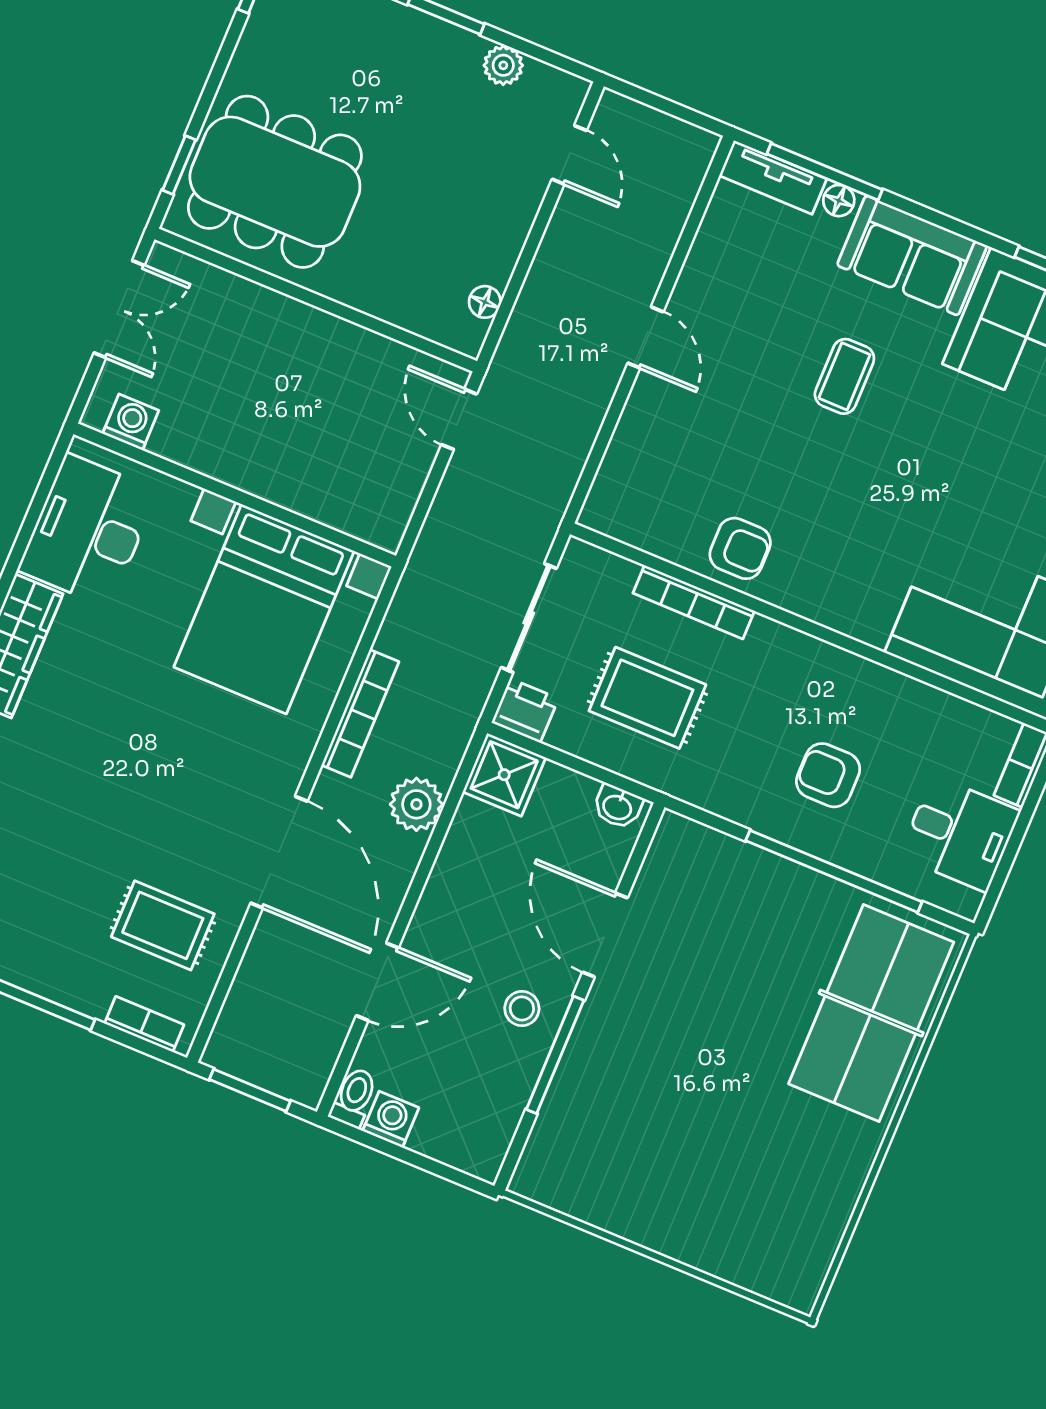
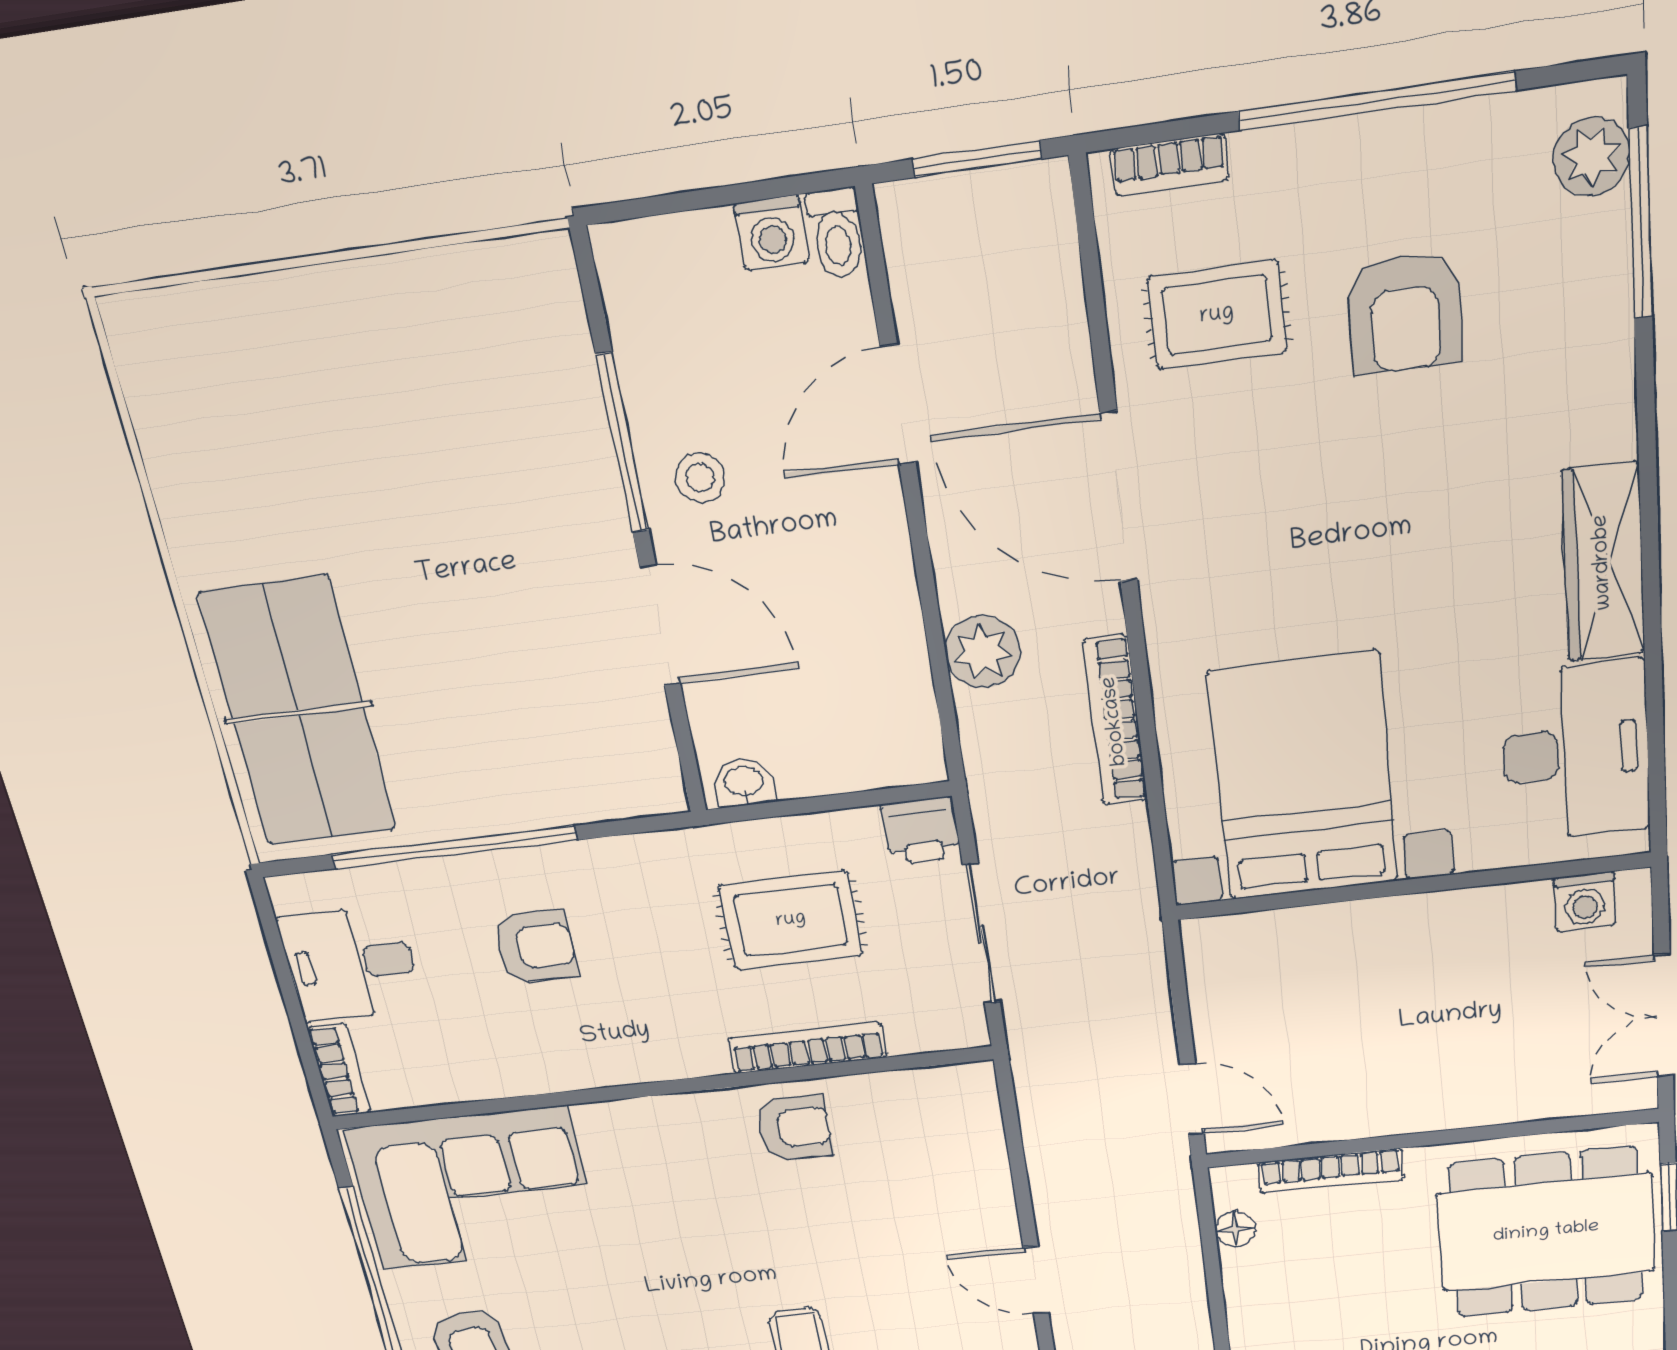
bookcase: (396, 312) -> (1331, 1171), added
armchair: (740, 548) -> (794, 1128), turned 180
shower: (504, 775) -> (899, 745), removed
armchair: (56, 864) -> (1404, 313), added

